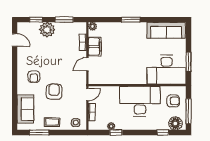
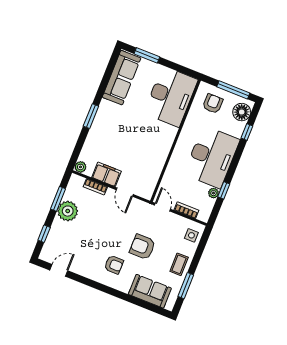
plant: (47, 30) -> (68, 211), moved
window: (189, 62) -> (147, 55), moved
desk: (140, 101) -> (212, 157), moved, turned 180

